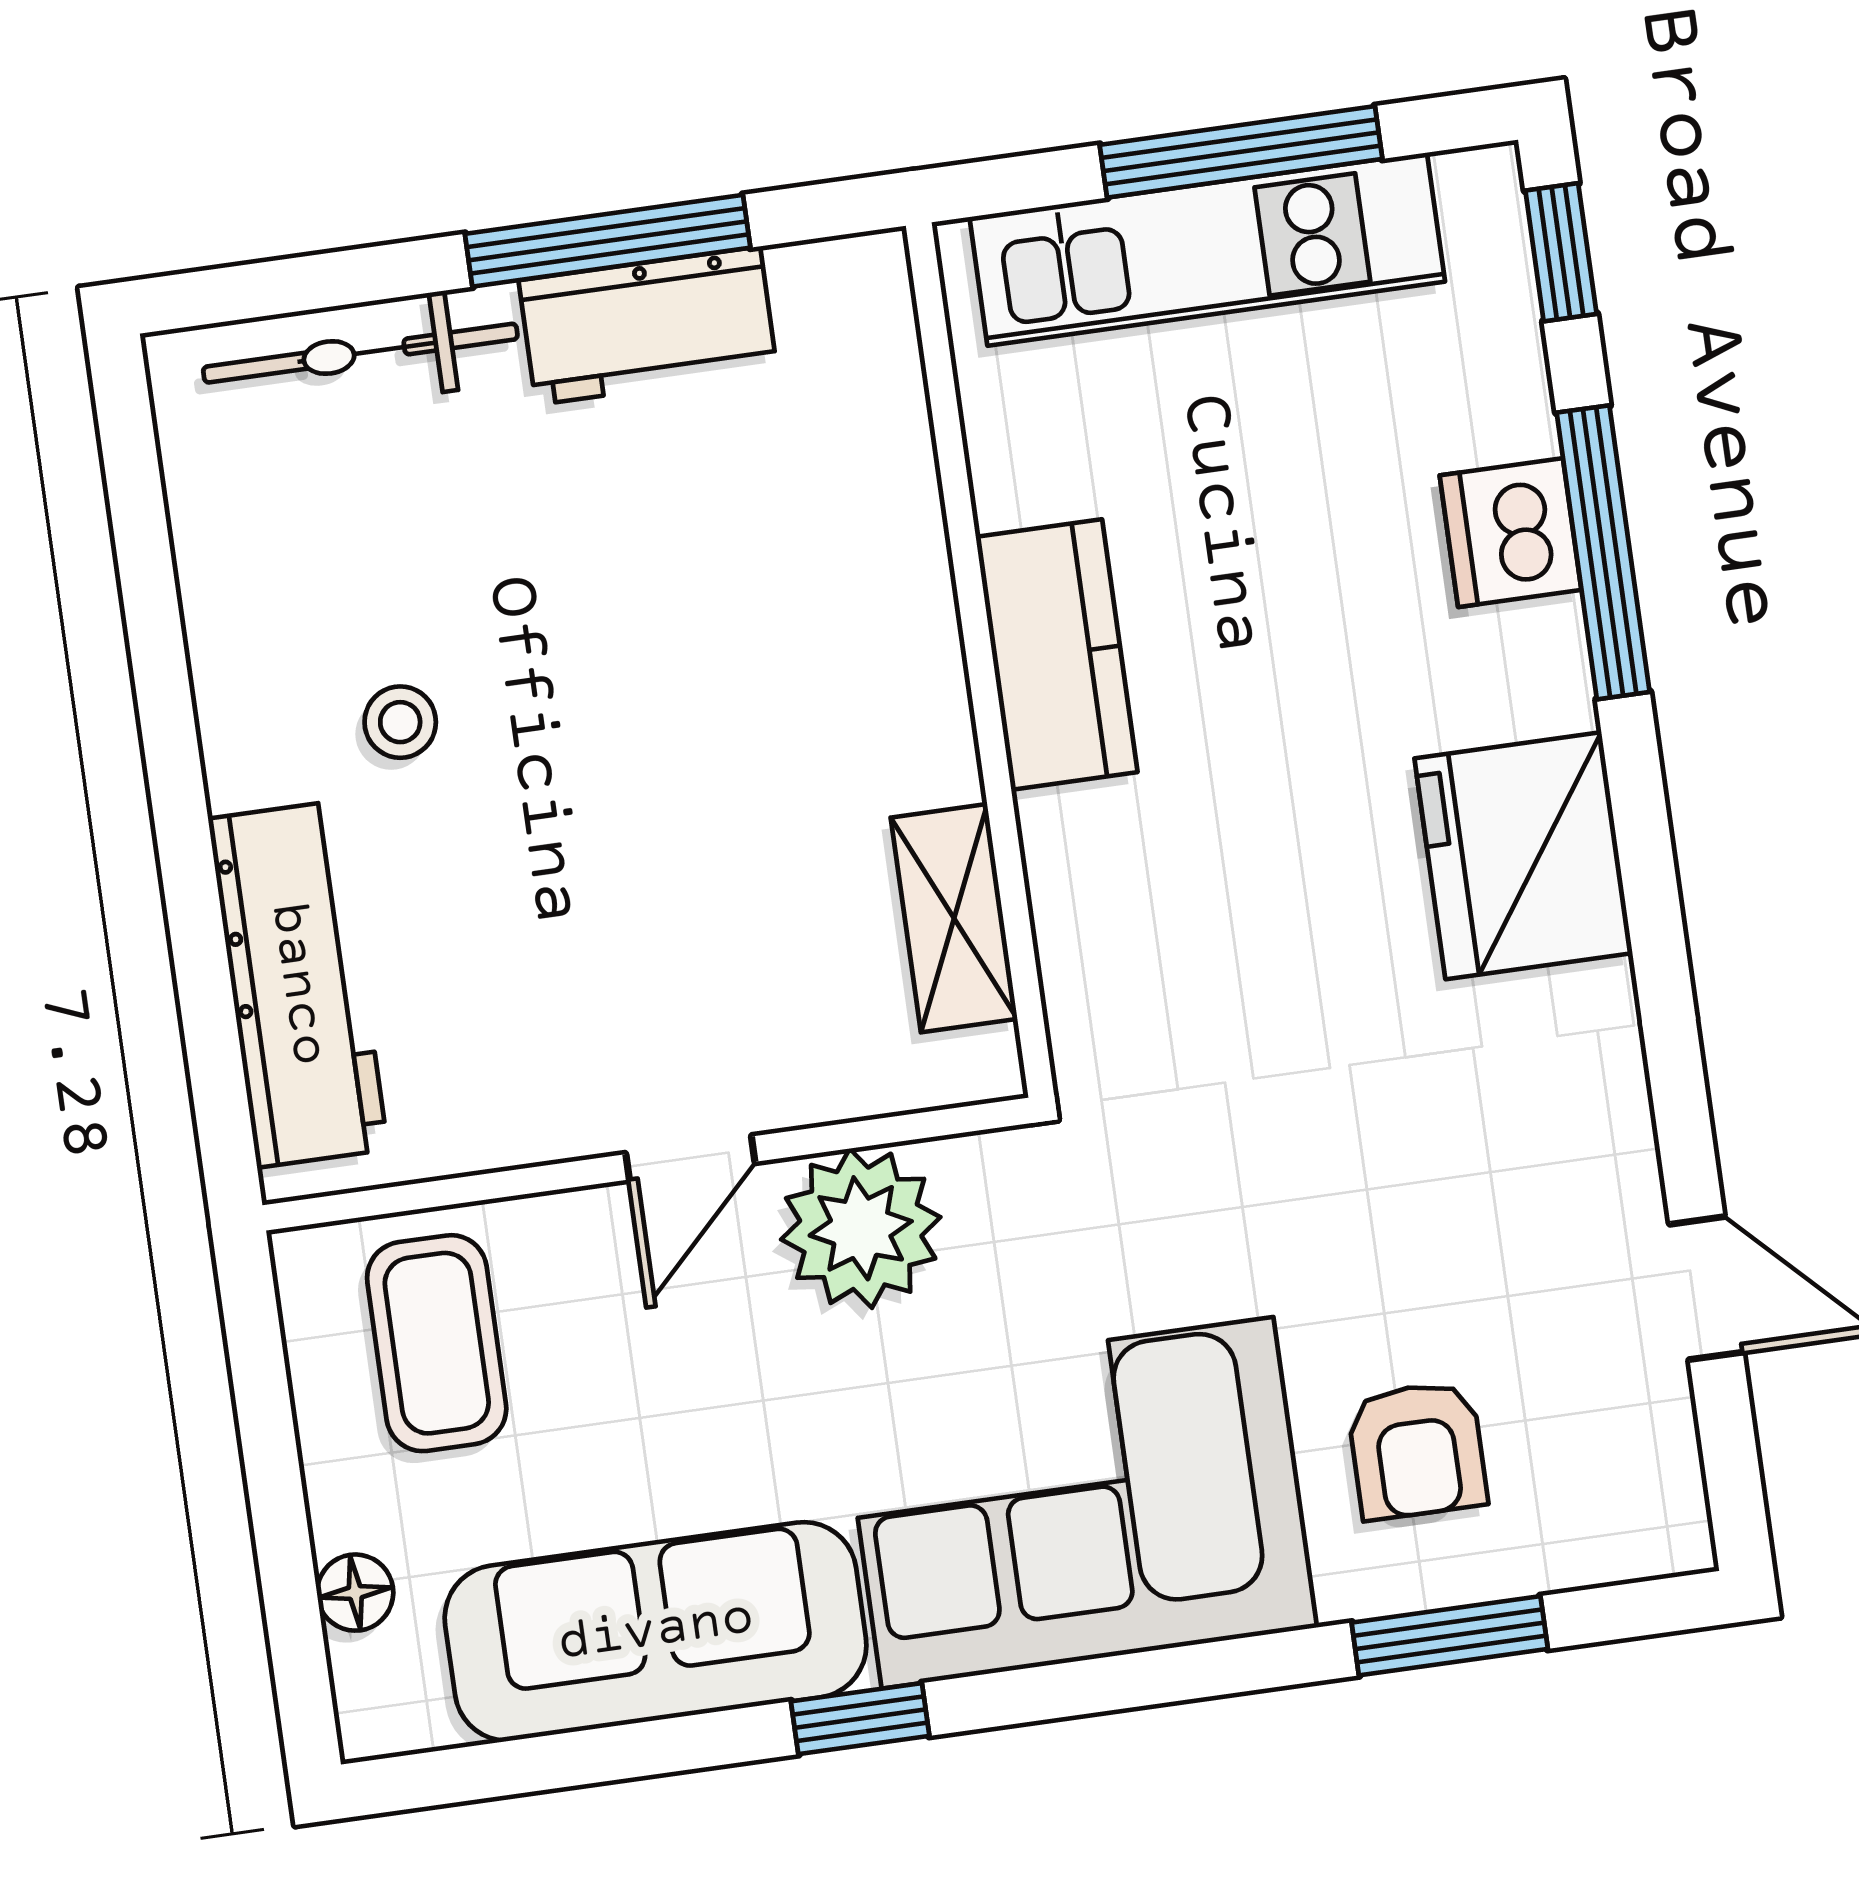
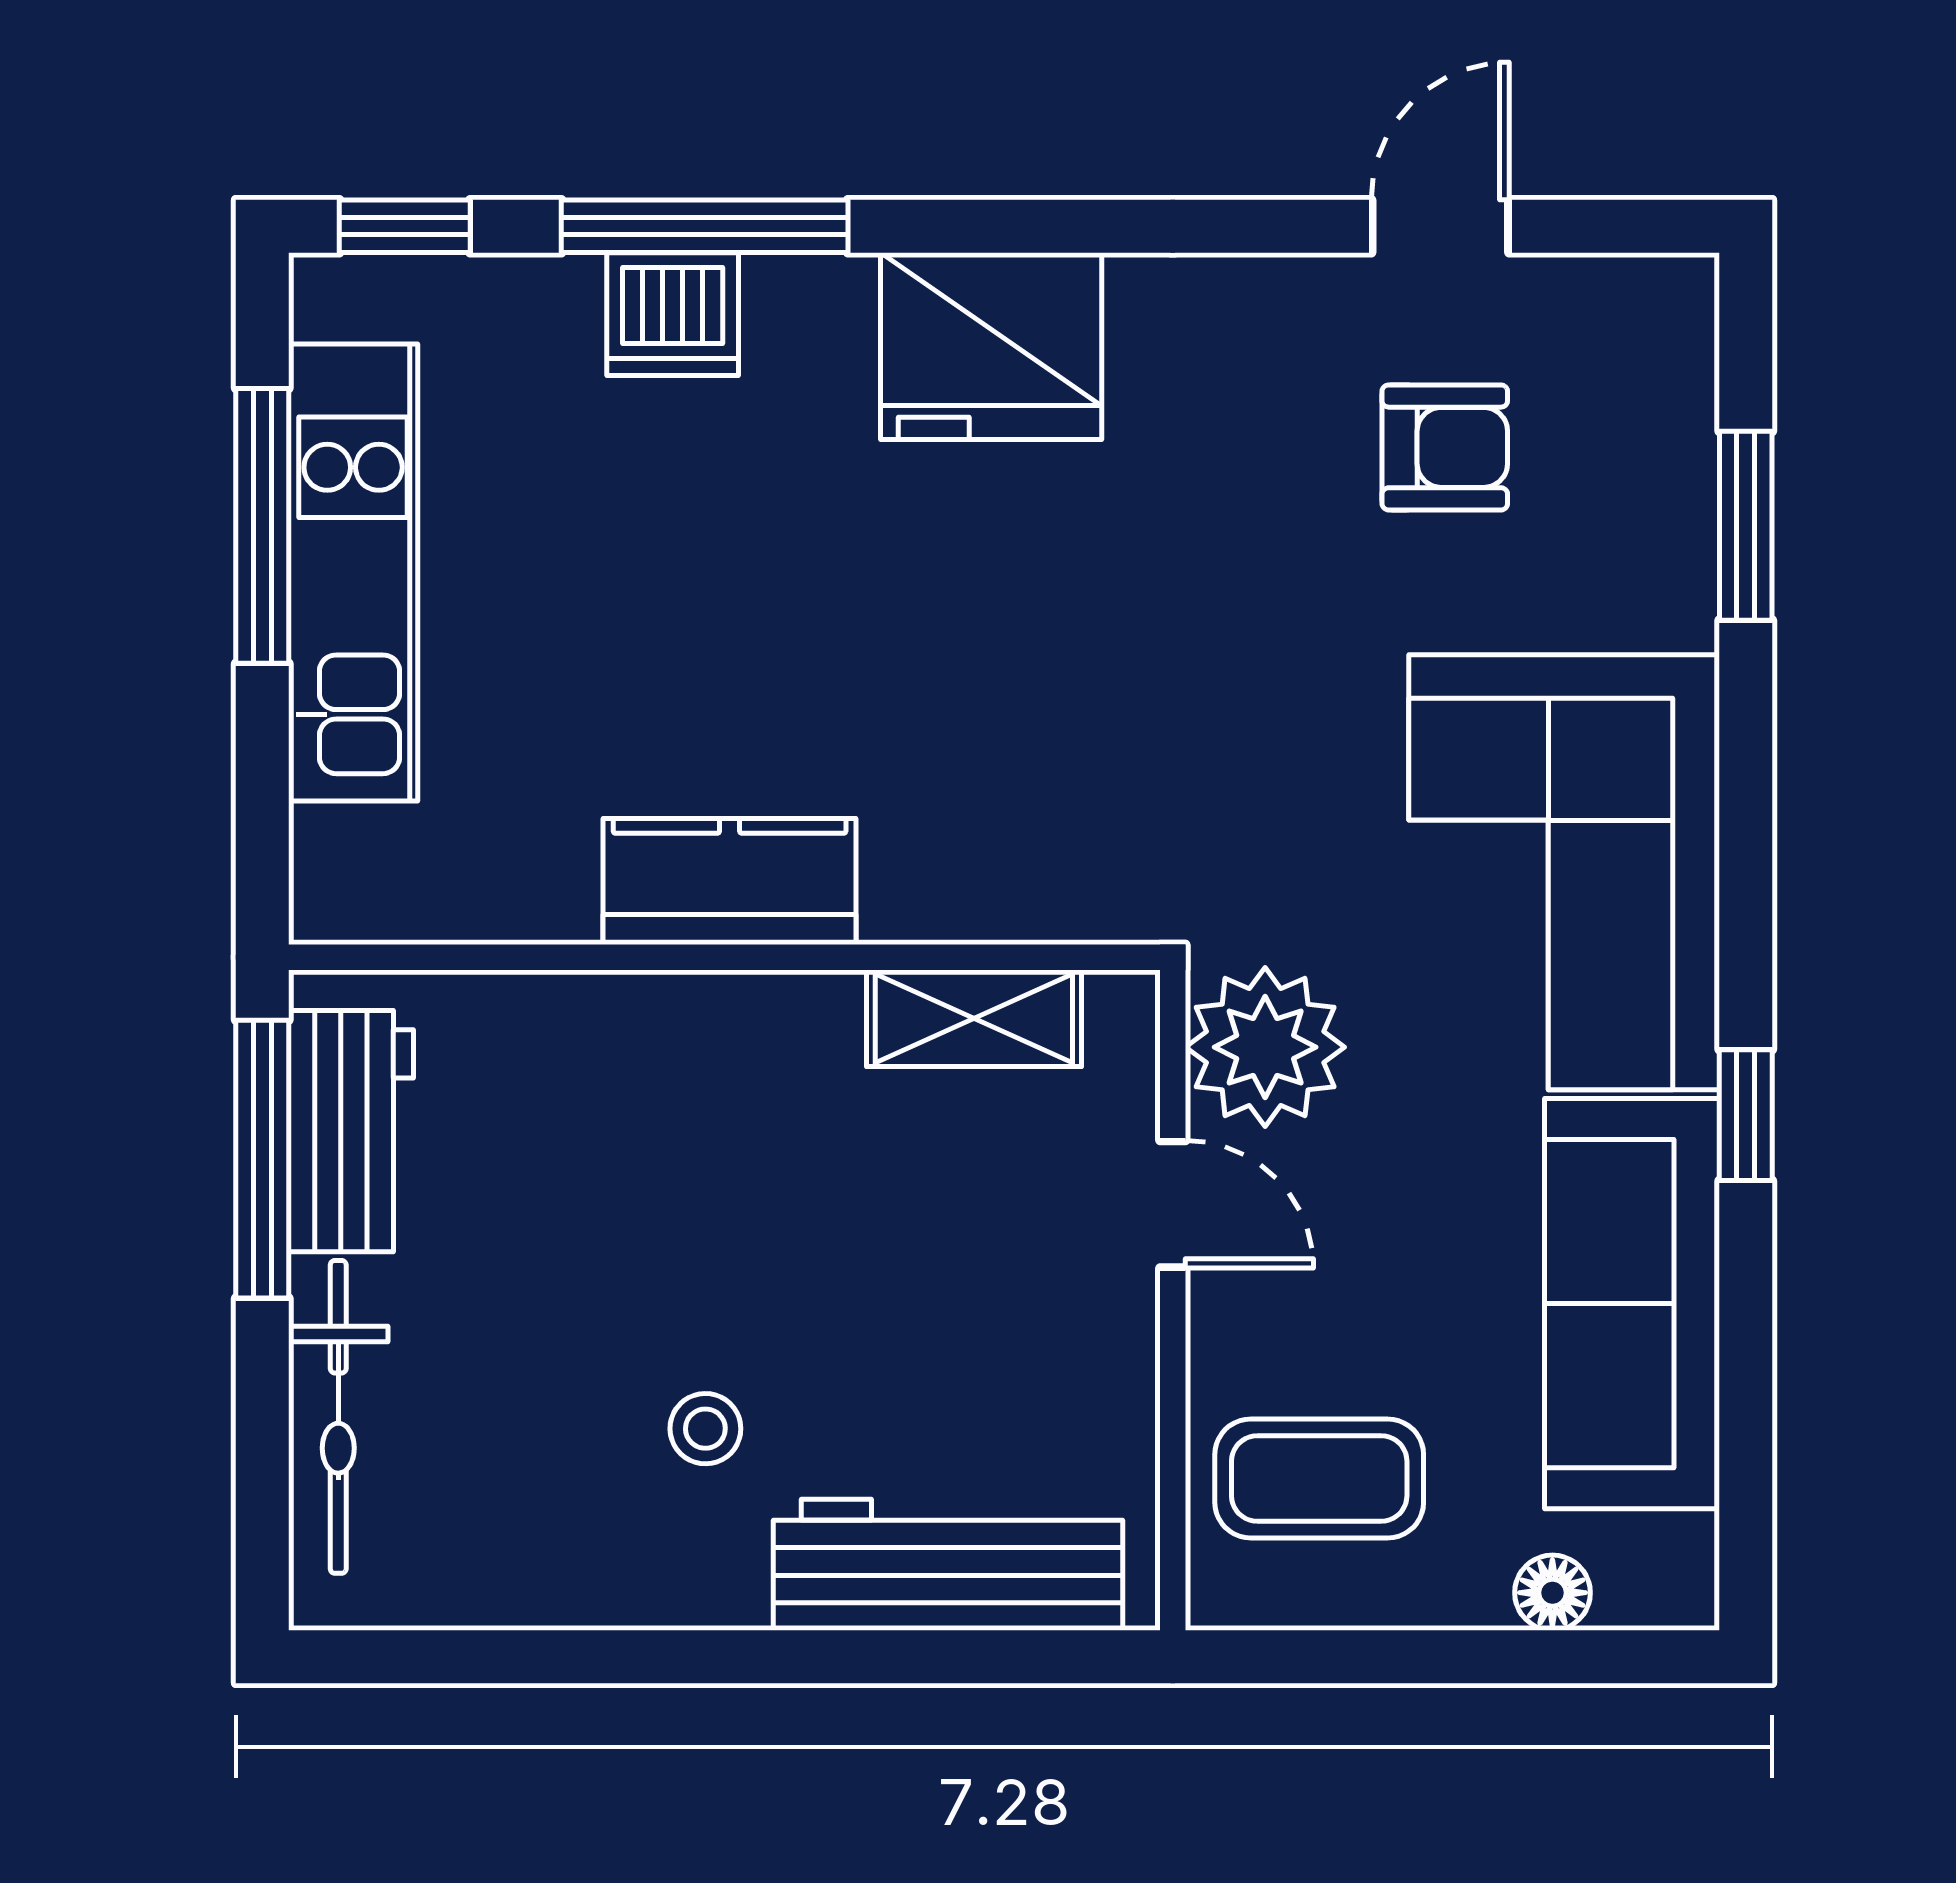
kitchen counter: (1057, 655) -> (730, 881), moved
wall: (980, 660) -> (724, 957), moved
shelving: (954, 918) -> (974, 1018), moved
armchair: (1417, 1450) -> (1445, 447), moved

